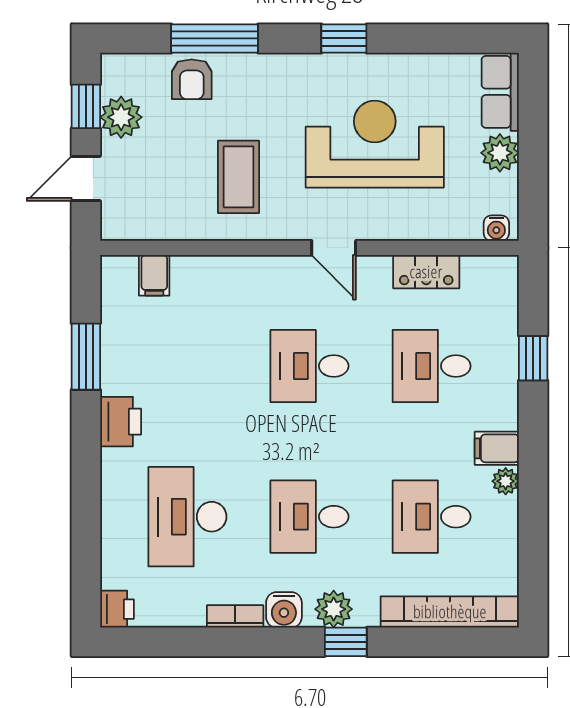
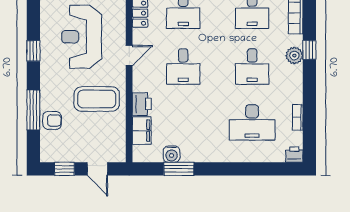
plant: (121, 117) -> (69, 153), removed
coffee table: (239, 177) -> (97, 99), width x1.36, depth x1.32
filing cabinet: (154, 275) -> (142, 131), width x2.00
printer: (121, 422) -> (142, 104), moved, turned 90
water cooler: (284, 610) -> (172, 154), moved, turned 90
bookcase: (235, 616) -> (298, 117), moved

